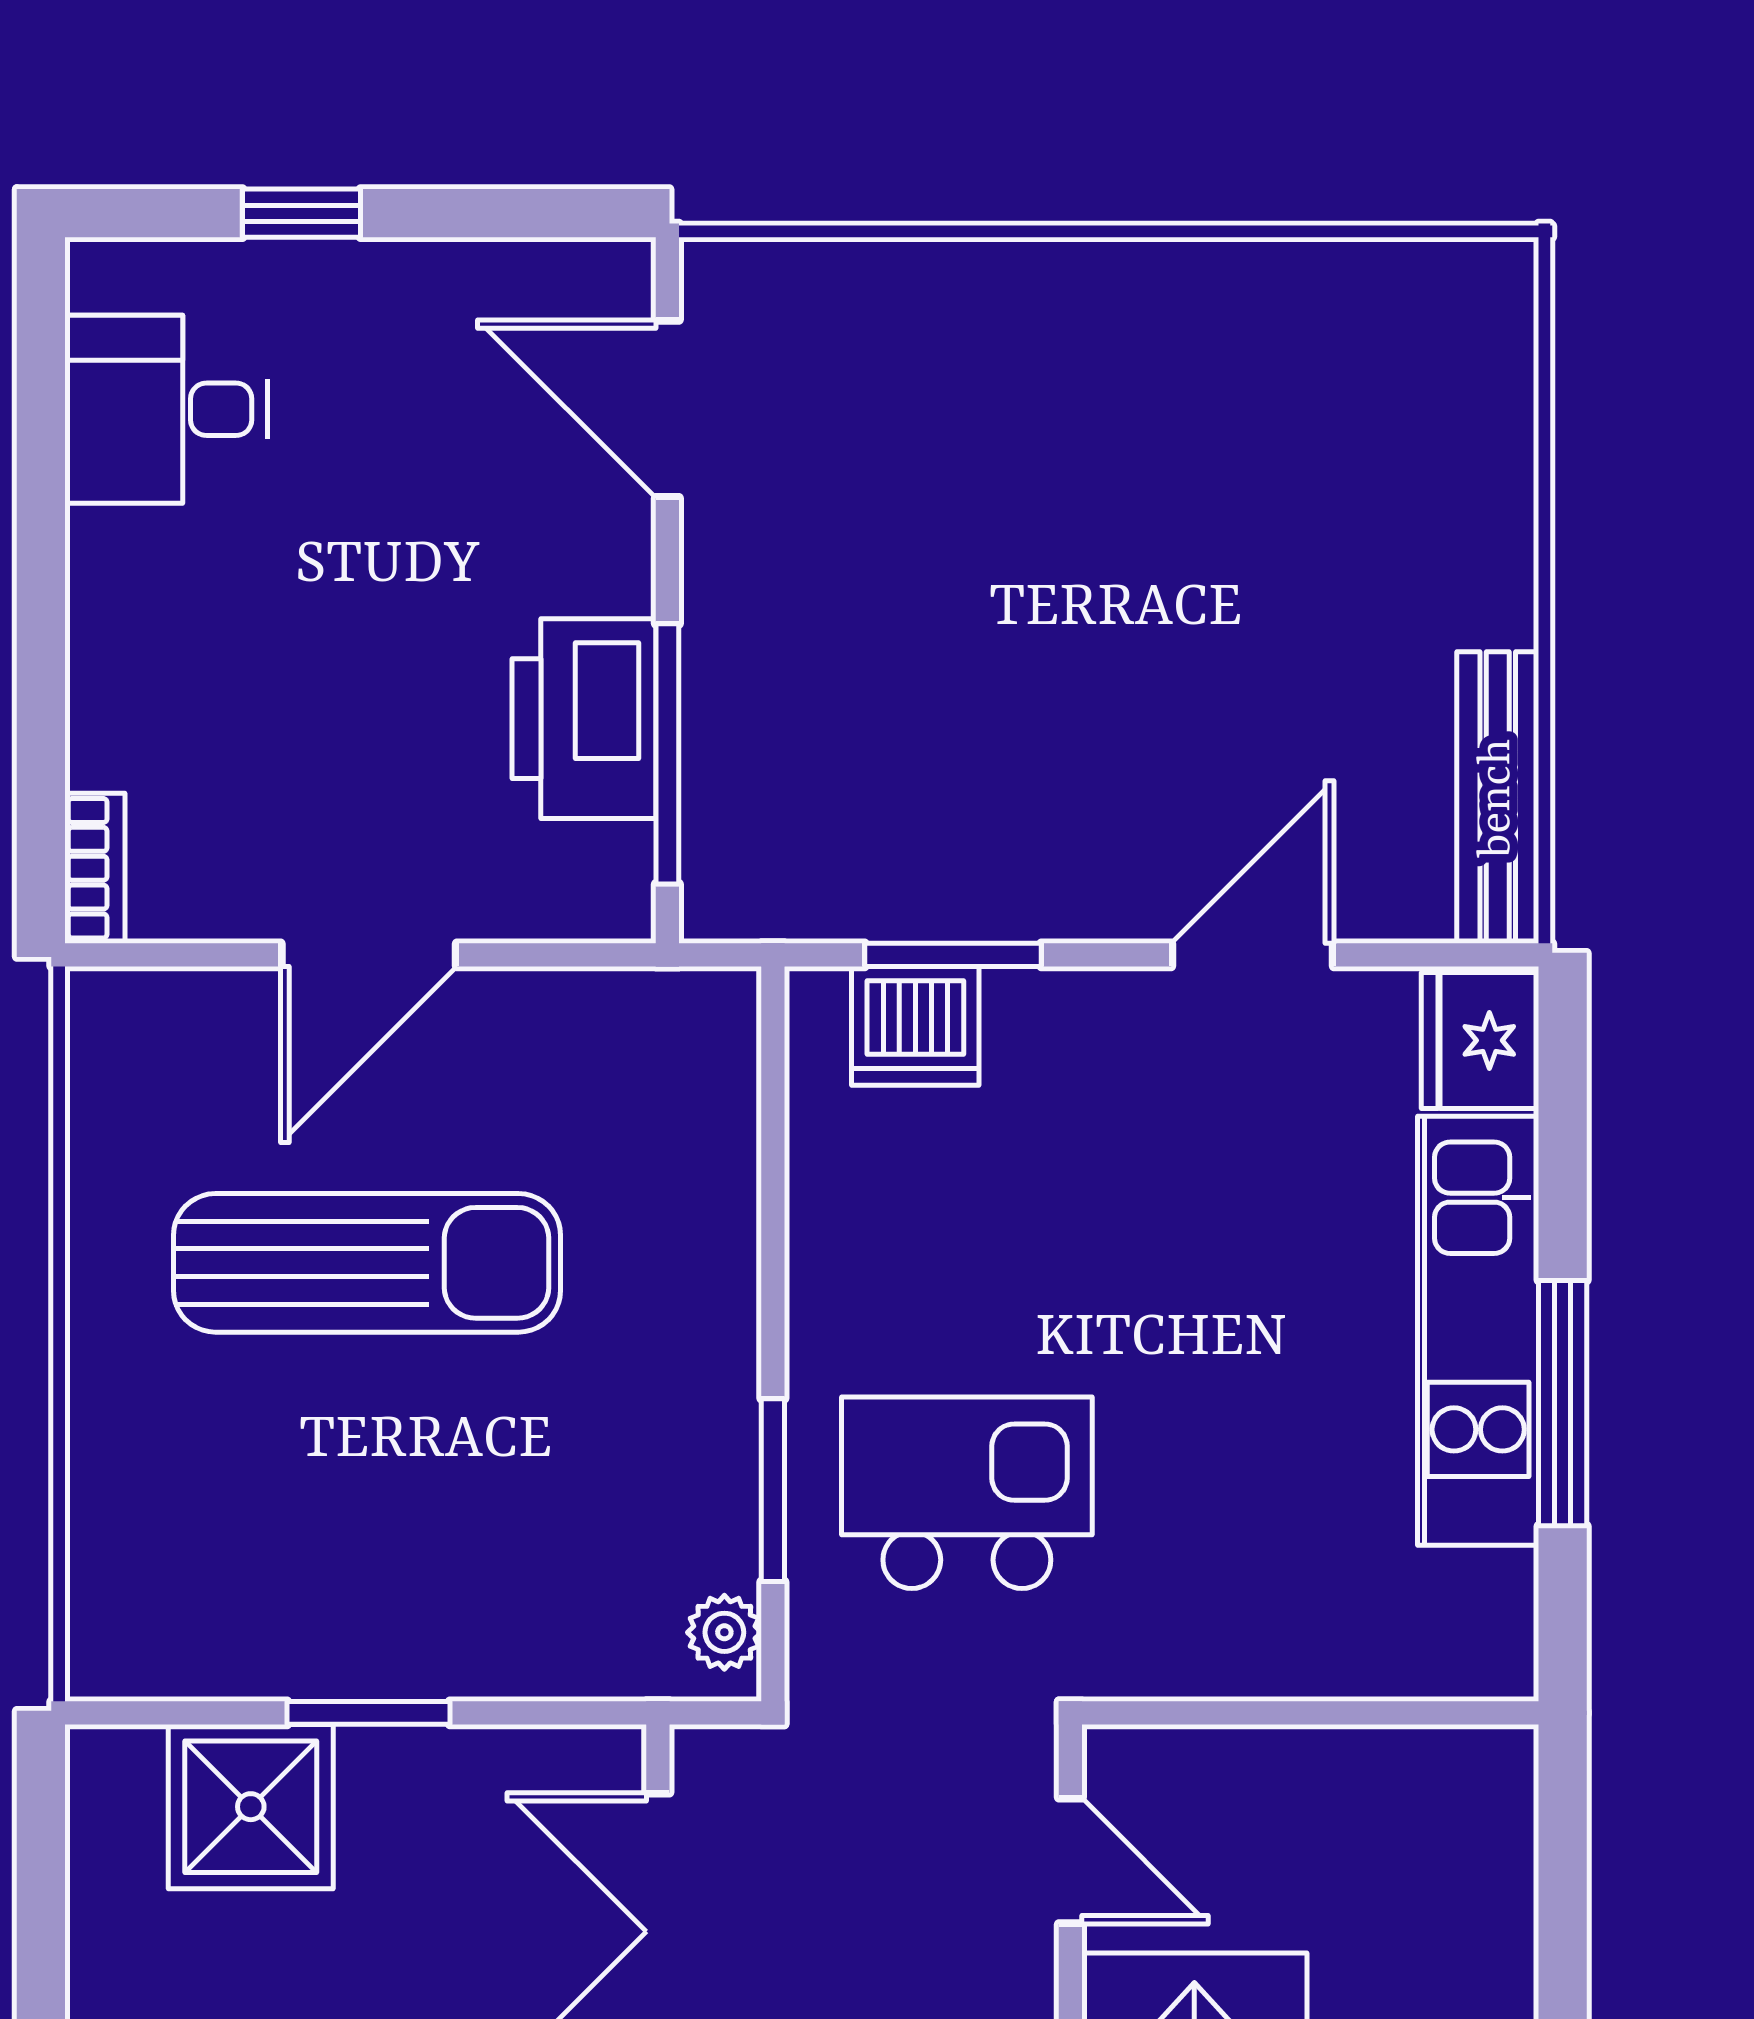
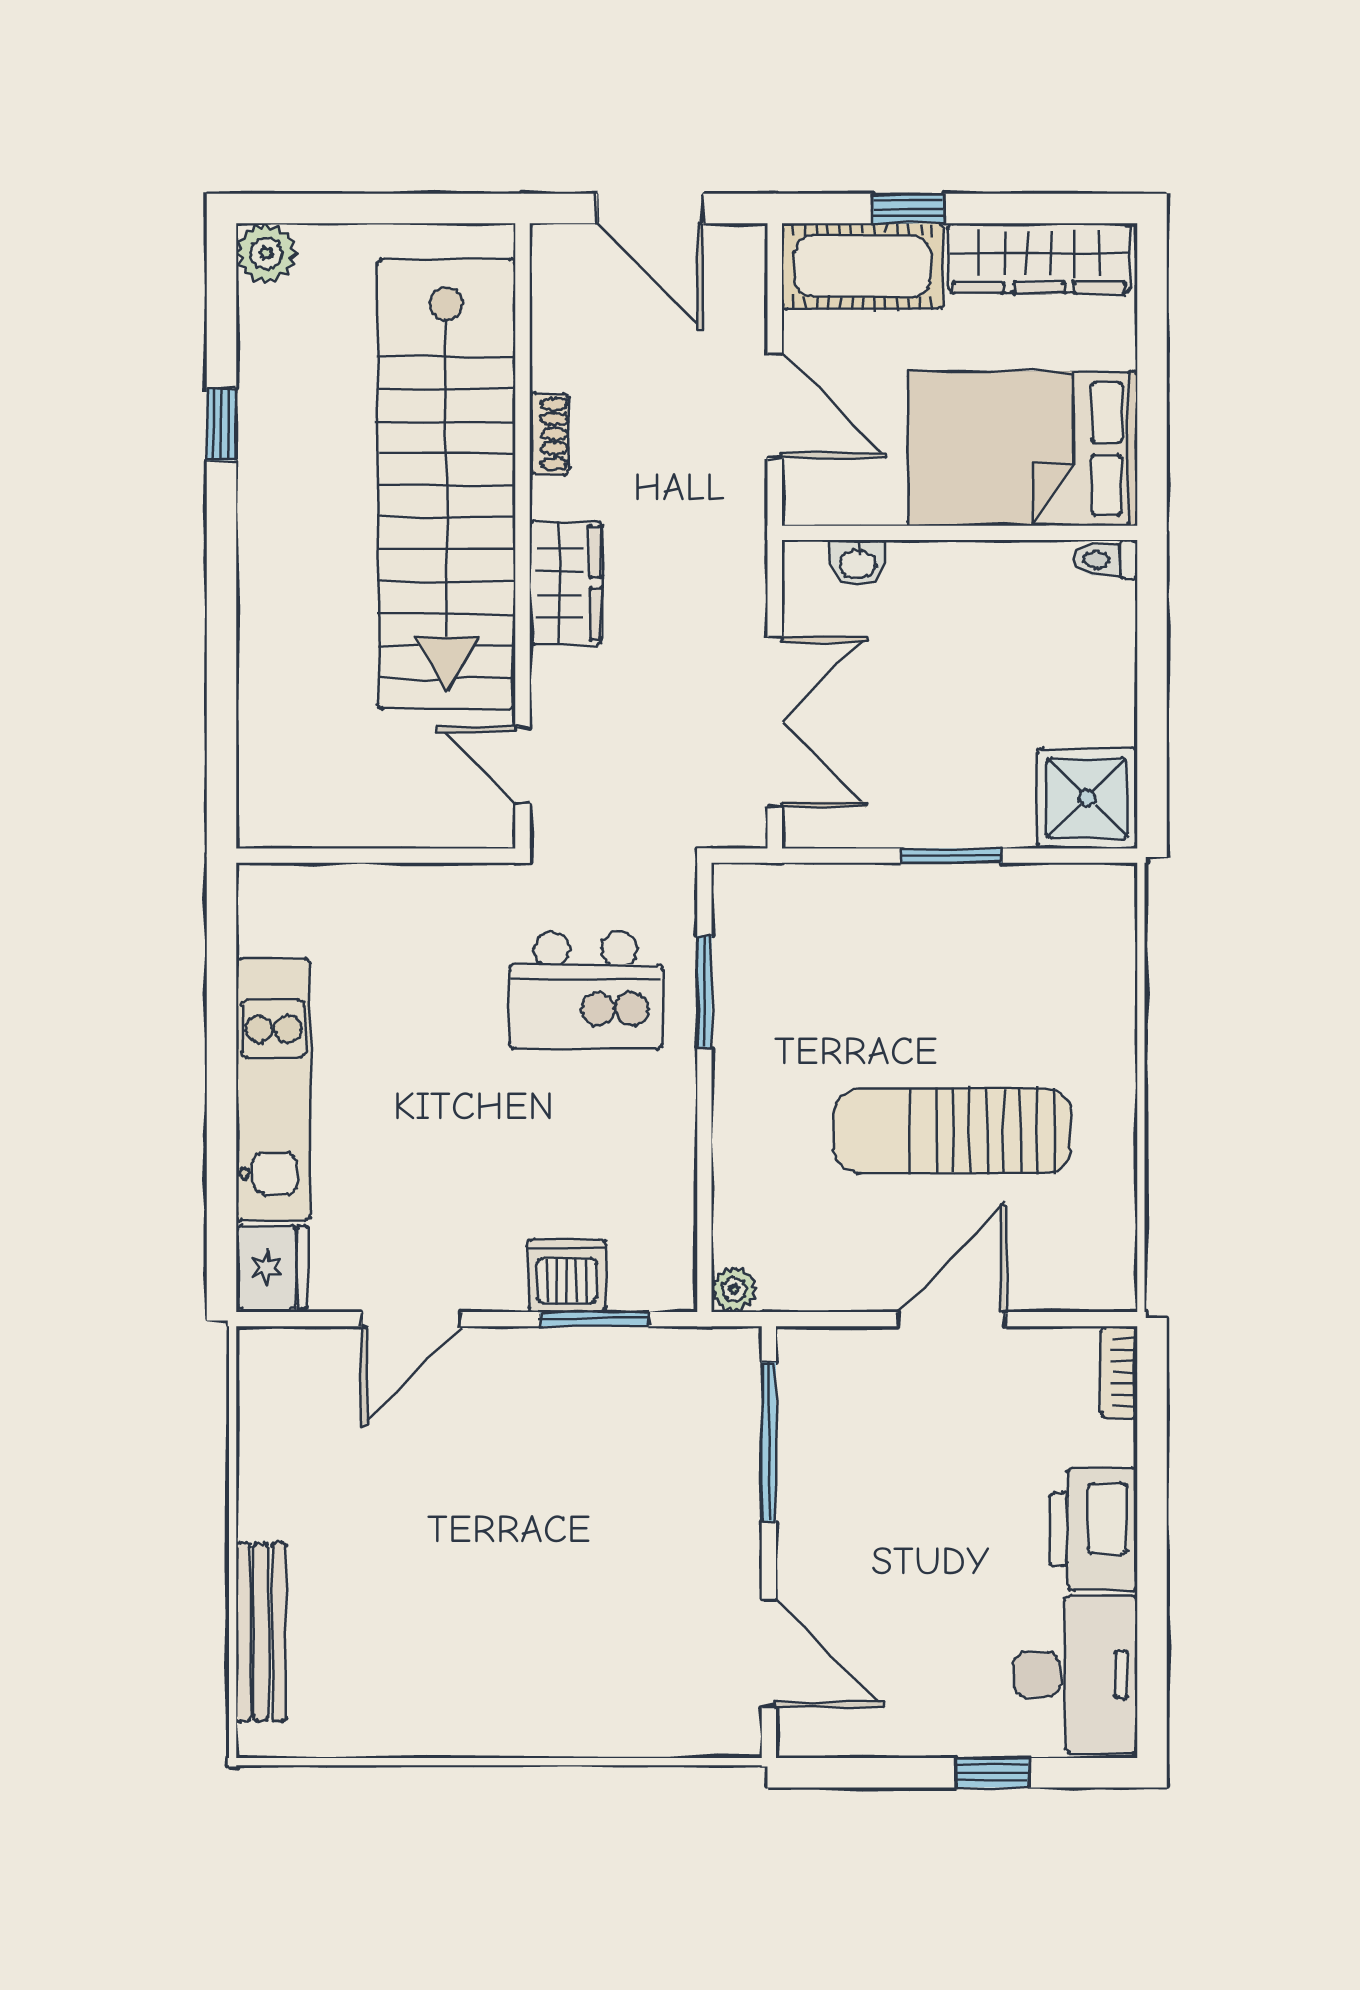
desk: (166, 409) -> (1075, 1674), width x1.37
printer: (584, 719) -> (1093, 1529), moved, turned 180
bench: (1498, 798) -> (261, 1632), moved
dishwasher: (915, 1026) -> (567, 1276), moved
window: (1563, 1403) -> (221, 1045), removed
plant: (724, 1632) -> (734, 1289), moved
shower: (251, 1807) -> (1087, 798), moved

